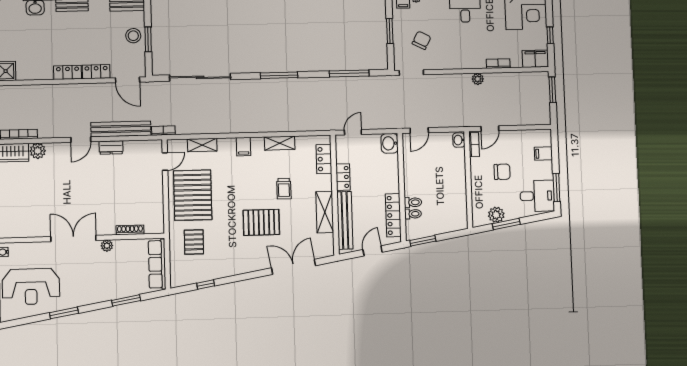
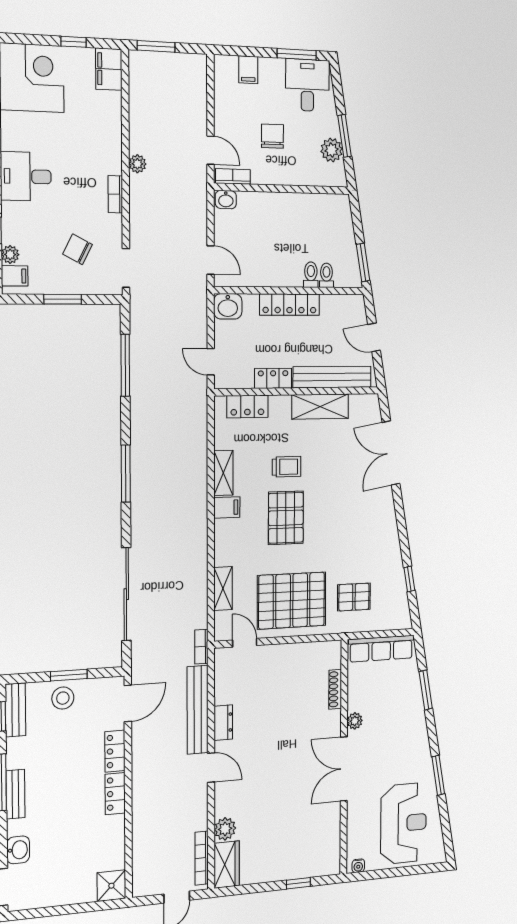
bookcase: (498, 64) -> (115, 194), moved
filing cabinet: (243, 147) -> (227, 507), moved
locker: (393, 215) -> (290, 305), moved
pallet: (261, 222) -> (286, 518), moved

